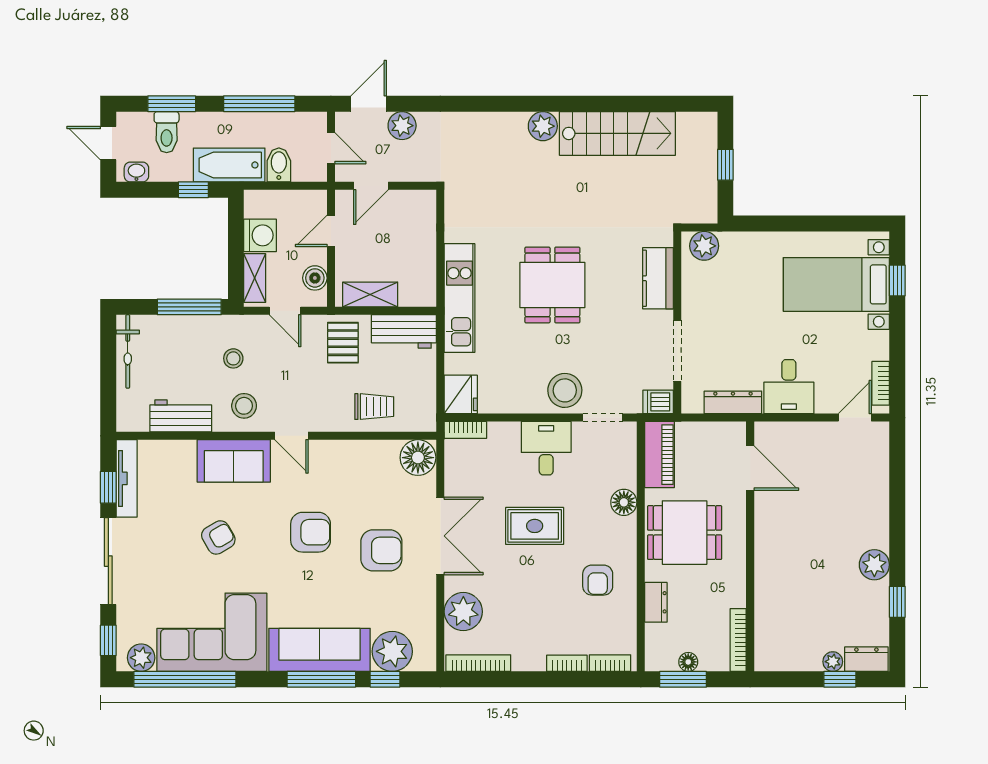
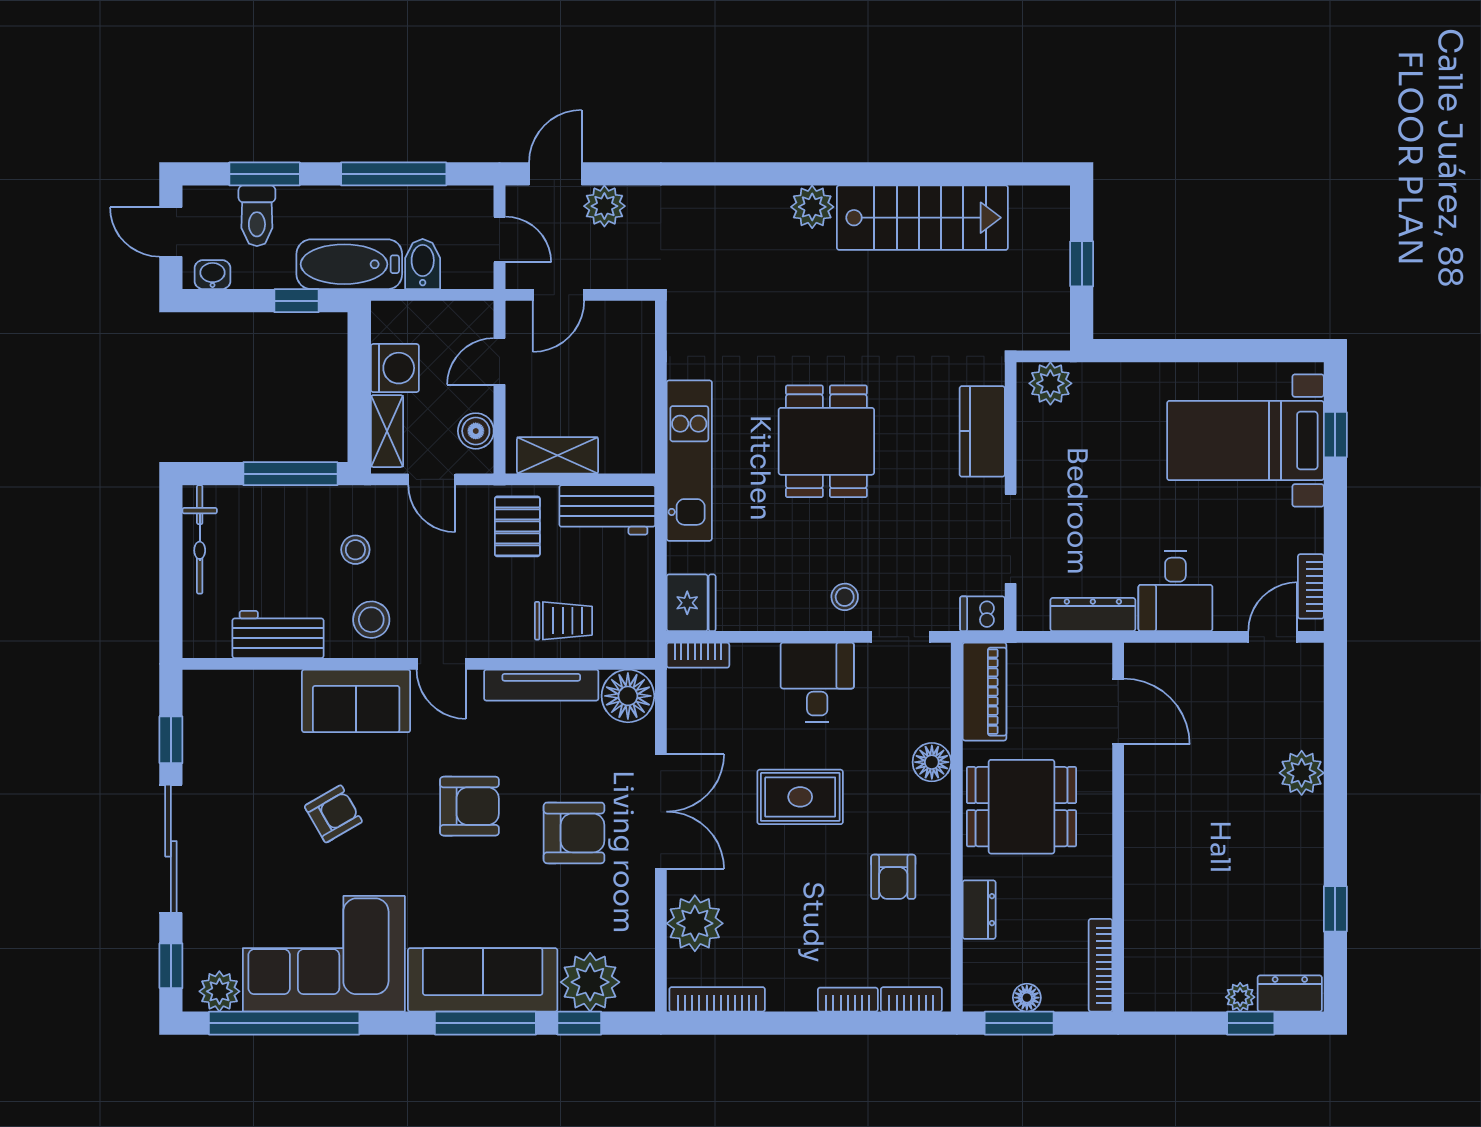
stool: (565, 390) -> (845, 597), width x0.53, depth x0.53
tv unit: (127, 478) -> (541, 685), moved, turned 90
plant: (874, 565) -> (1302, 773), moved

